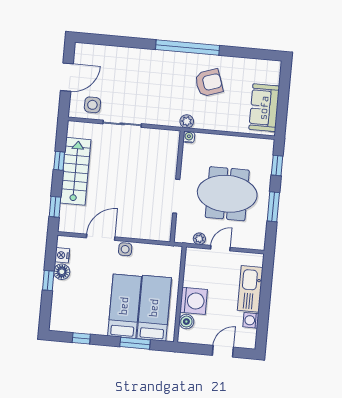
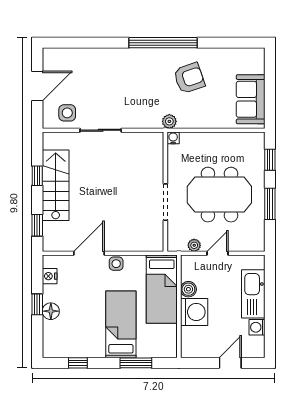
floor lamp: (62, 272) -> (51, 311), moved
bed: (154, 308) -> (162, 289), moved, turned 180
boiler: (186, 322) -> (188, 289), moved

